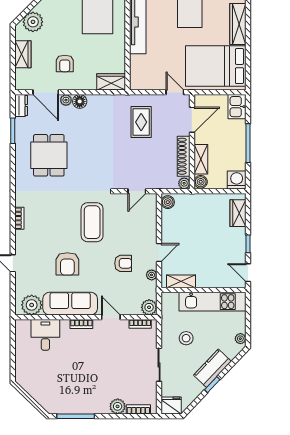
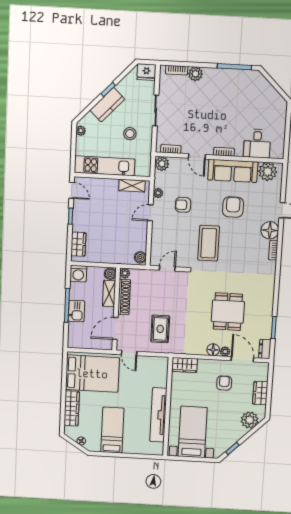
kitchen sink: (237, 107) -> (76, 311), moved
dining table: (49, 155) -> (228, 312), moved
floor lamp: (25, 240) -> (270, 230), added

